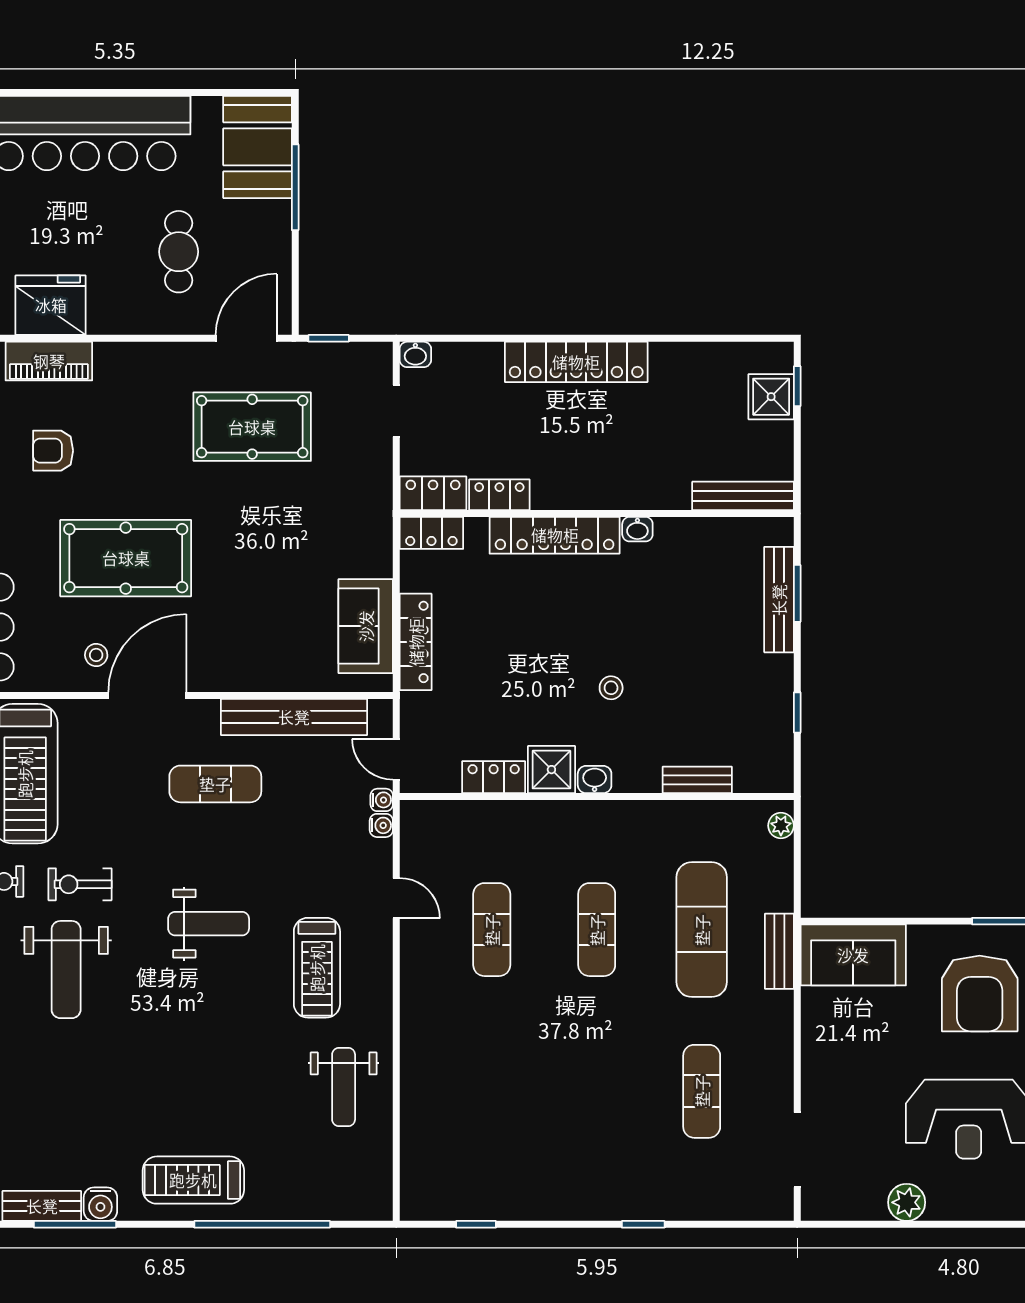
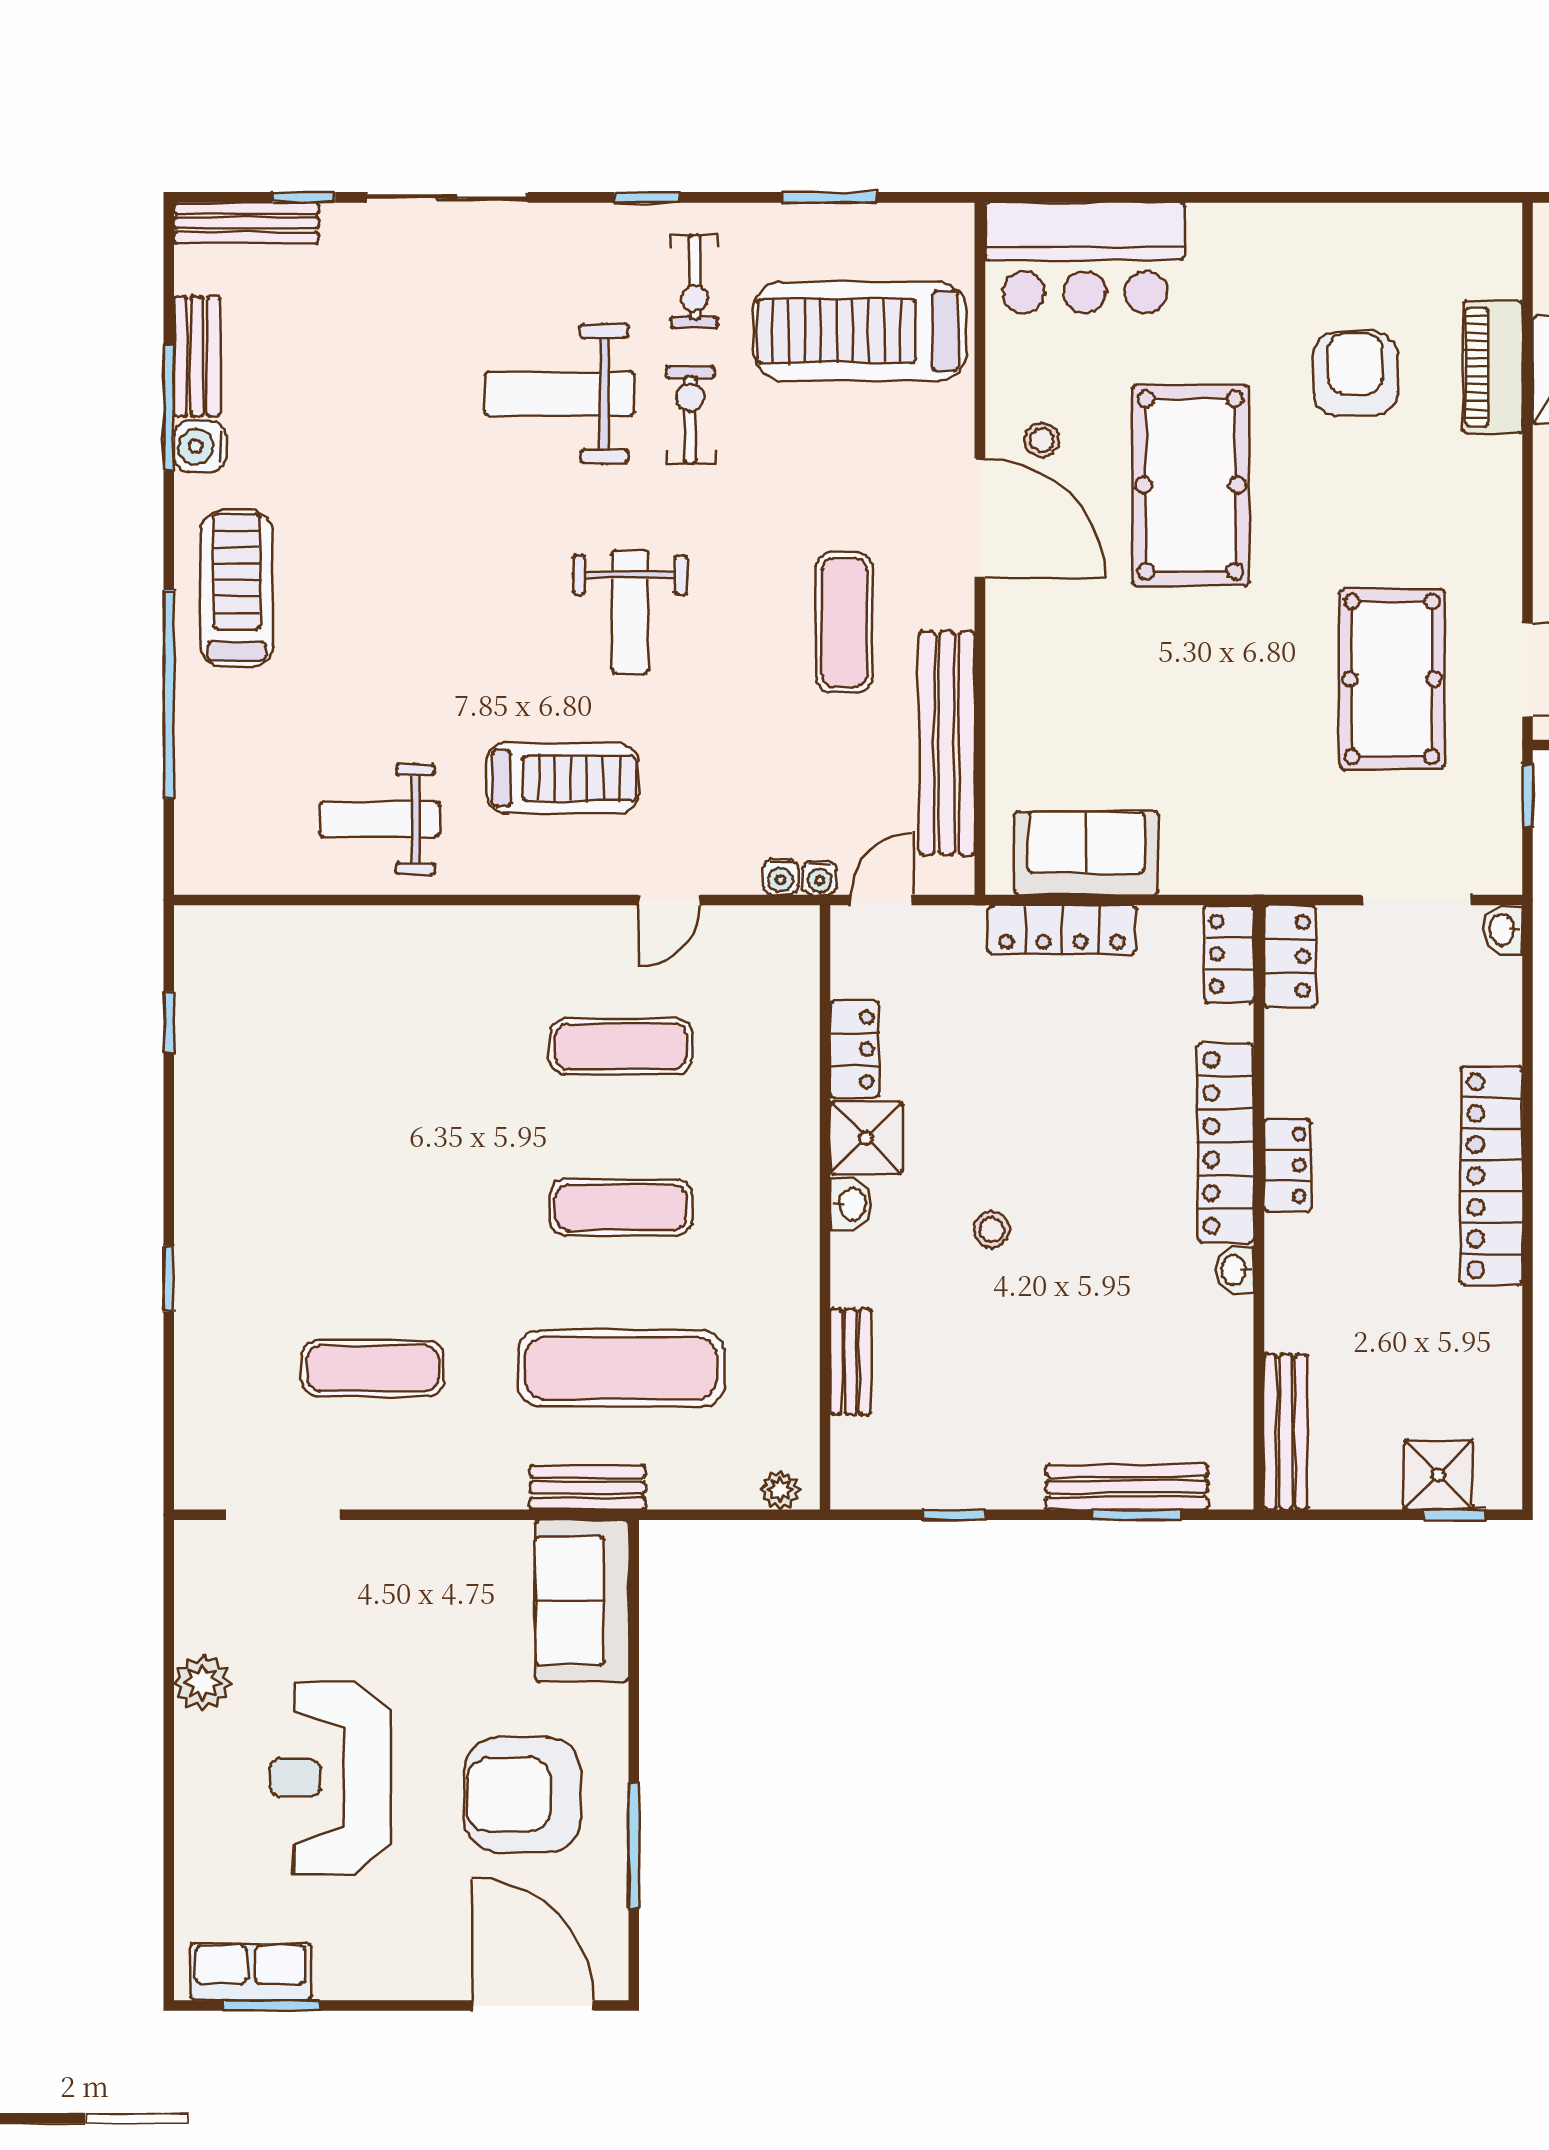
doorway: (396, 411) -> (1416, 900), width x1.38
armchair: (53, 451) -> (1355, 374), width x1.38, depth x1.38
locker: (499, 495) -> (1288, 1165), moved
treadmill: (317, 968) -> (562, 778), turned 180

